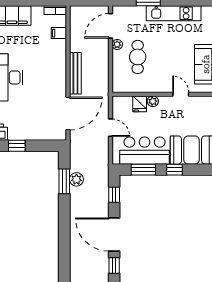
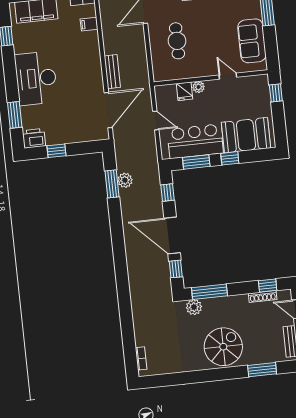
plant: (117, 44) -> (153, 30), removed
bench: (75, 73) -> (112, 72), width x0.73

